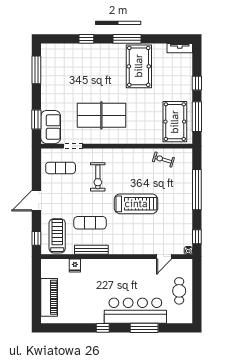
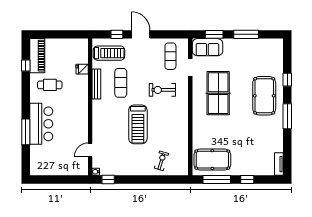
pool table: (139, 66) -> (264, 96), moved, turned 90
window: (36, 70) -> (246, 34), moved
exercise bike: (163, 160) -> (161, 161), moved
window: (197, 190) -> (151, 179), removed
window: (36, 238) -> (117, 34), moved
door: (164, 257) -> (90, 150), hinge flipped
cafe table: (179, 291) -> (50, 85), moved
piano: (49, 297) -> (37, 56), moved, turned -90
bar counter: (135, 311) -> (41, 124), width x0.73
window: (103, 328) -> (26, 65), moved

